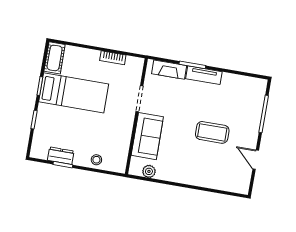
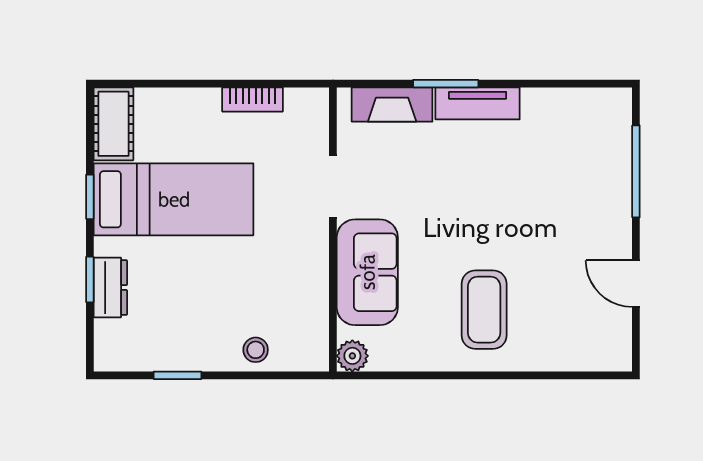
coffee table: (212, 132) -> (484, 310), moved, turned 90
dresser: (61, 156) -> (110, 288), moved, turned 90
plant: (149, 171) -> (352, 356), moved

